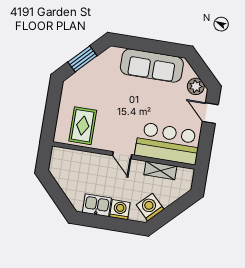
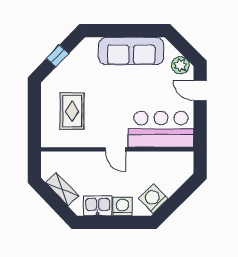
window: (82, 59) -> (58, 56), width x0.67
rug: (83, 126) -> (72, 111), moved
shelving: (160, 170) -> (62, 189), moved, turned 46

